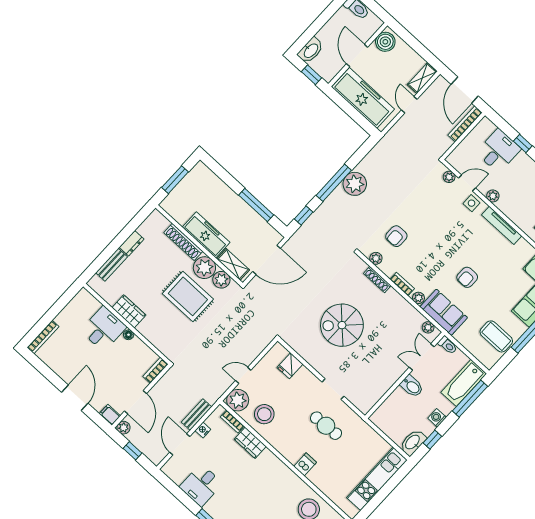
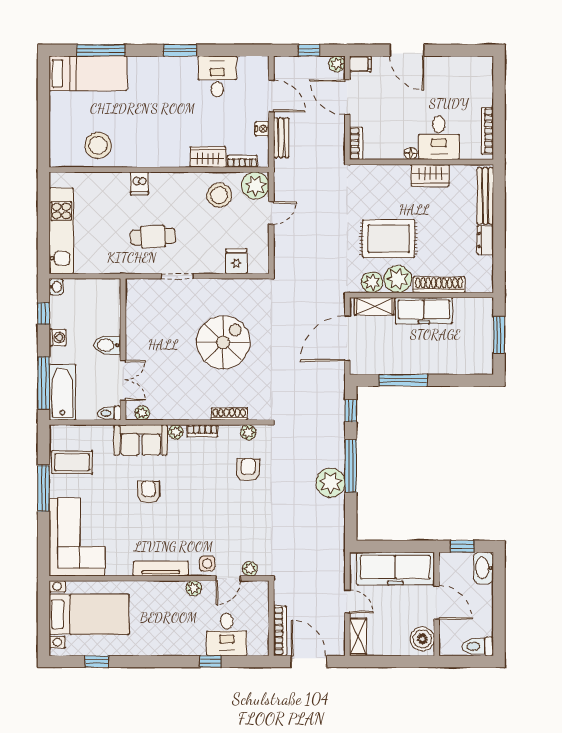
bench: (112, 265) -> (485, 196), width x1.36
bookcase: (43, 337) -> (487, 131), moved
washbasin: (413, 442) -> (56, 287), width x0.52, depth x0.69

